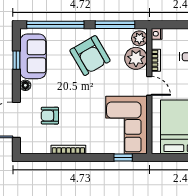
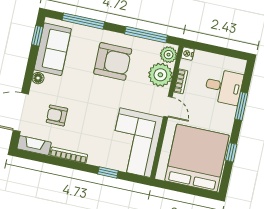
window: (55, 25) -> (83, 21), width x0.68
armchair: (90, 56) -> (113, 61), turned -60
window: (16, 60) -> (37, 36), moved
fireplace: (35, 147) -> (34, 145), added
window: (123, 157) -> (108, 172), moved

